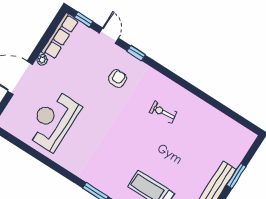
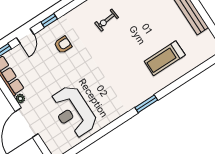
door: (109, 36) -> (25, 36), swing flipped
armchair: (118, 79) -> (63, 45), turned 90

